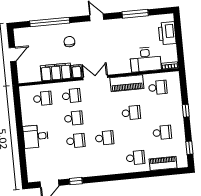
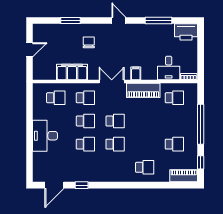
window: (50, 22) -> (71, 20), width x0.47
printer: (167, 33) -> (186, 32), moved, turned -90
desk: (145, 59) -> (169, 68), width x0.73
filing cabinet: (77, 71) -> (136, 73), moved
window: (186, 111) -> (201, 124), width x3.17
school desk: (131, 113) -> (115, 121), moved
desk: (36, 136) -> (45, 136), width x1.37
piano: (163, 163) -> (184, 176), moved

